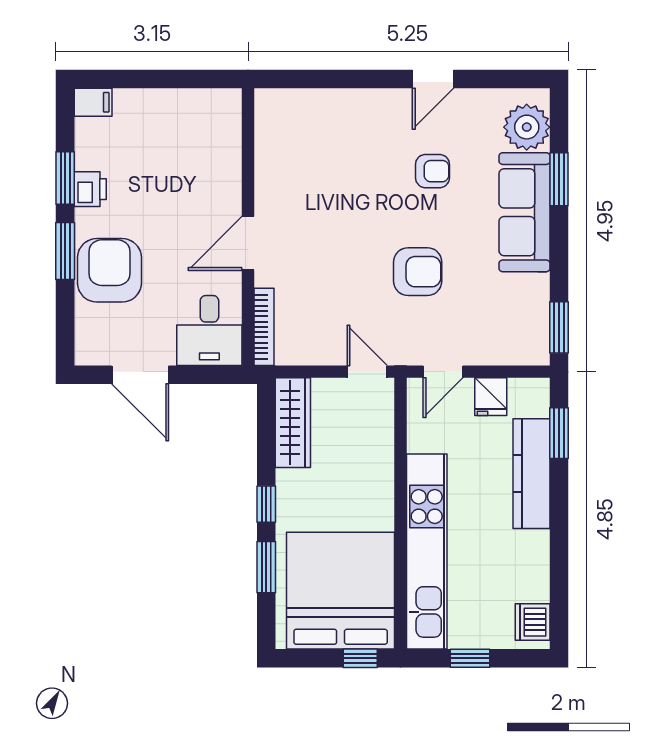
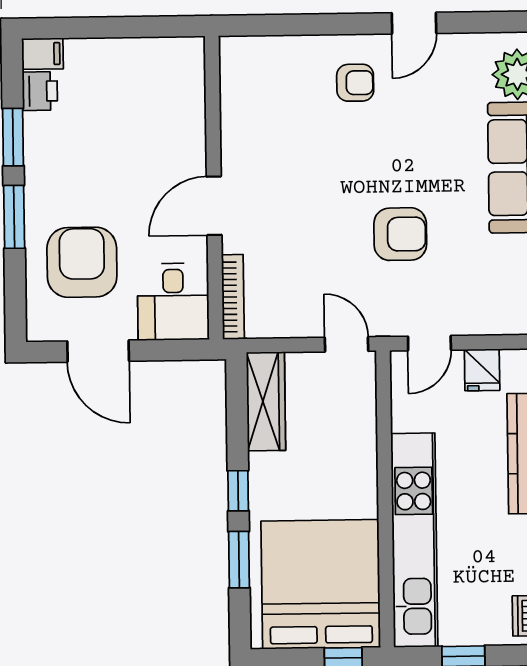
armchair: (432, 171) -> (355, 83), moved
printer: (90, 189) -> (40, 91), moved
armchair: (109, 270) -> (82, 262), moved

